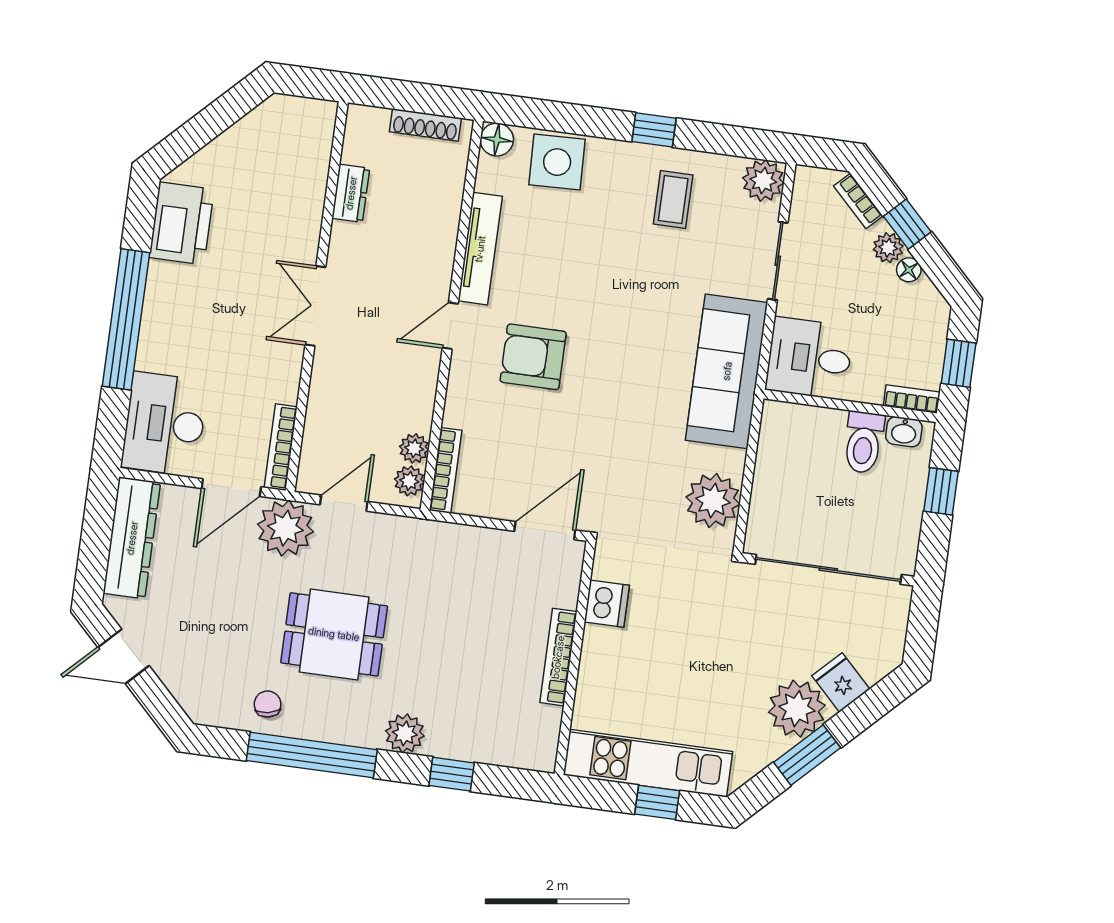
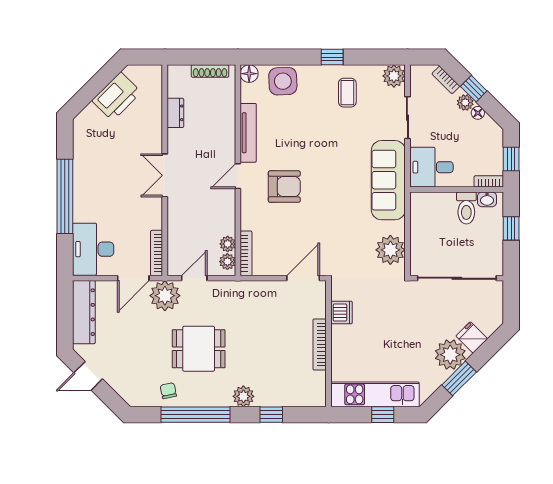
printer: (182, 223) -> (116, 96), moved, turned 45
armchair: (533, 357) -> (284, 187), turned 180

